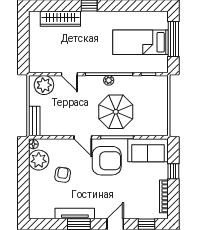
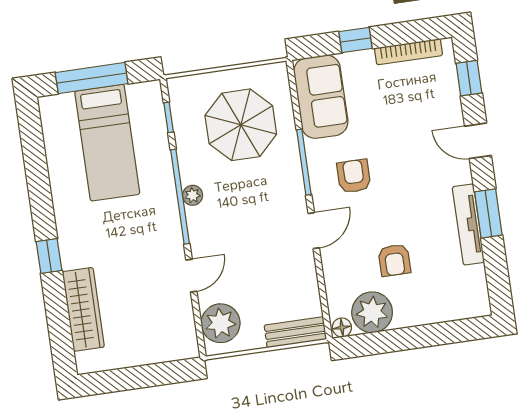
parasol: (116, 112) -> (241, 125), moved
armchair: (107, 161) -> (354, 176), width x0.53, depth x0.53
armchair: (63, 175) -> (394, 260), turned -98

